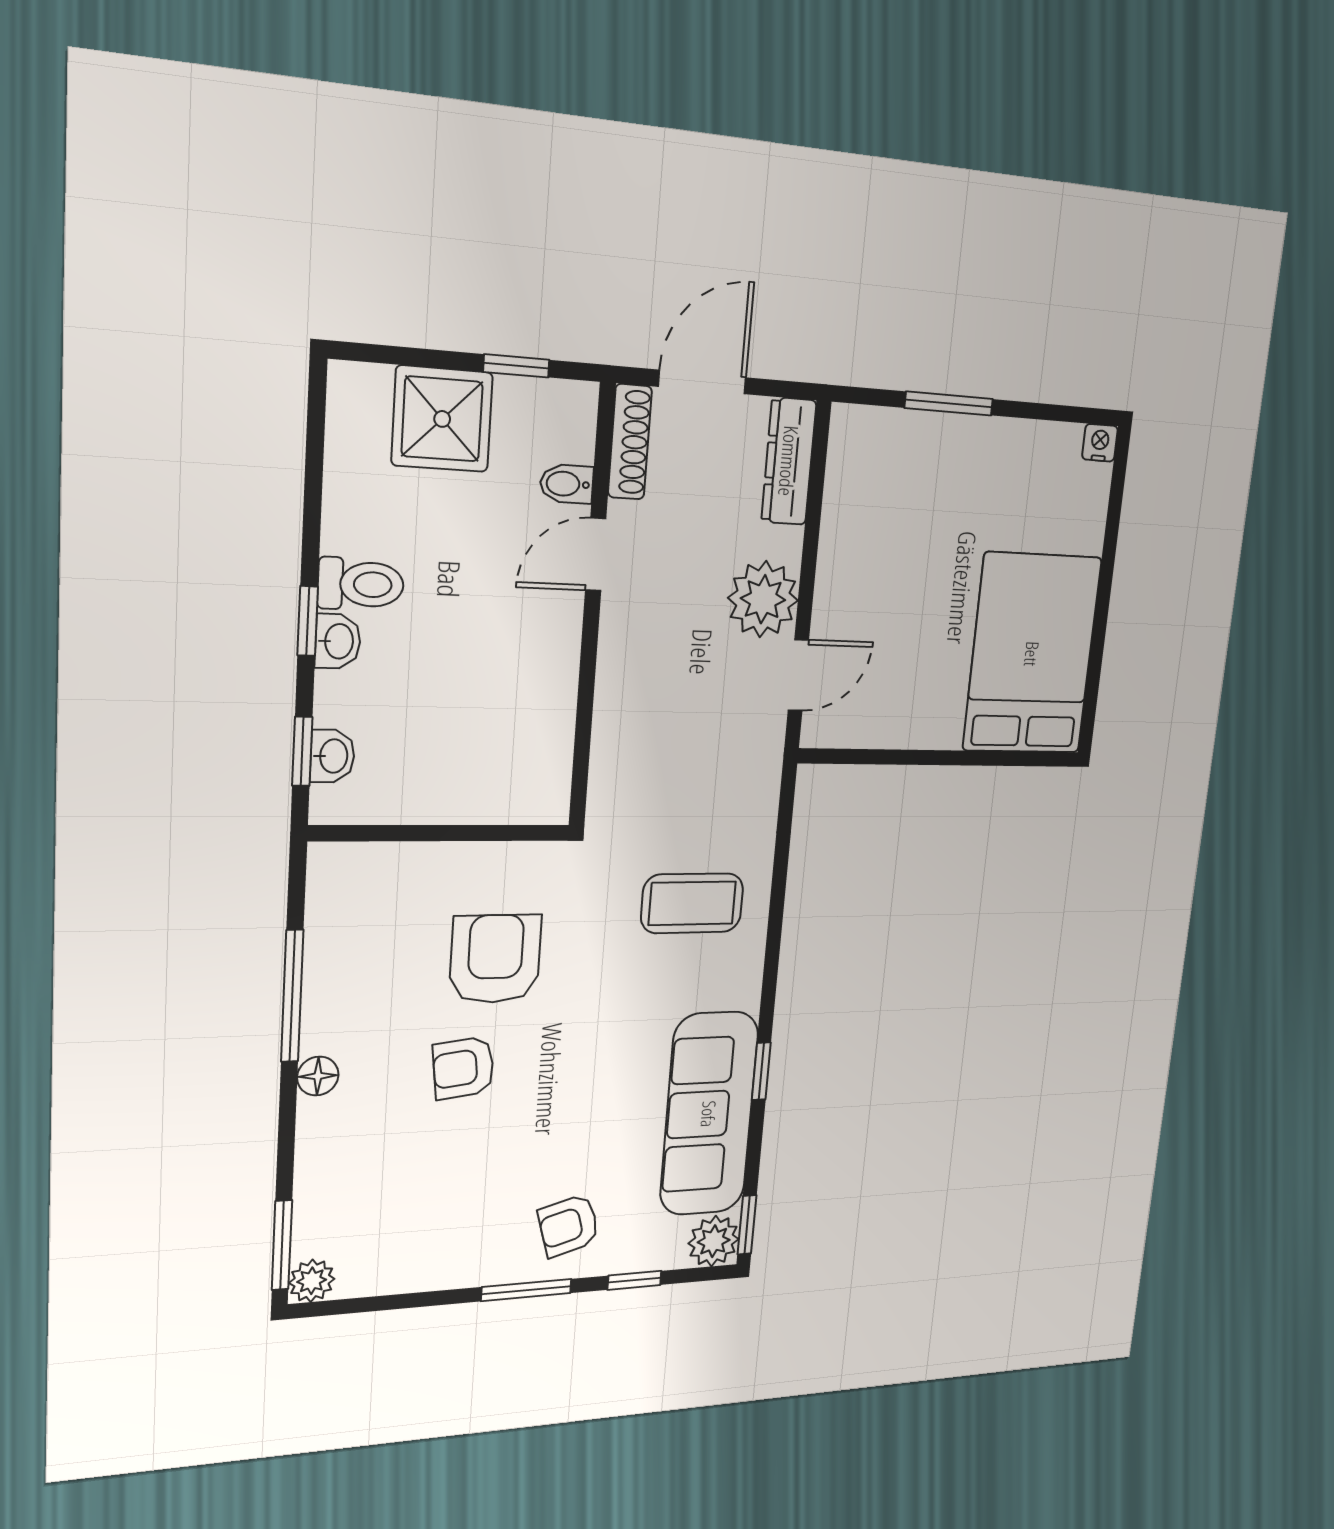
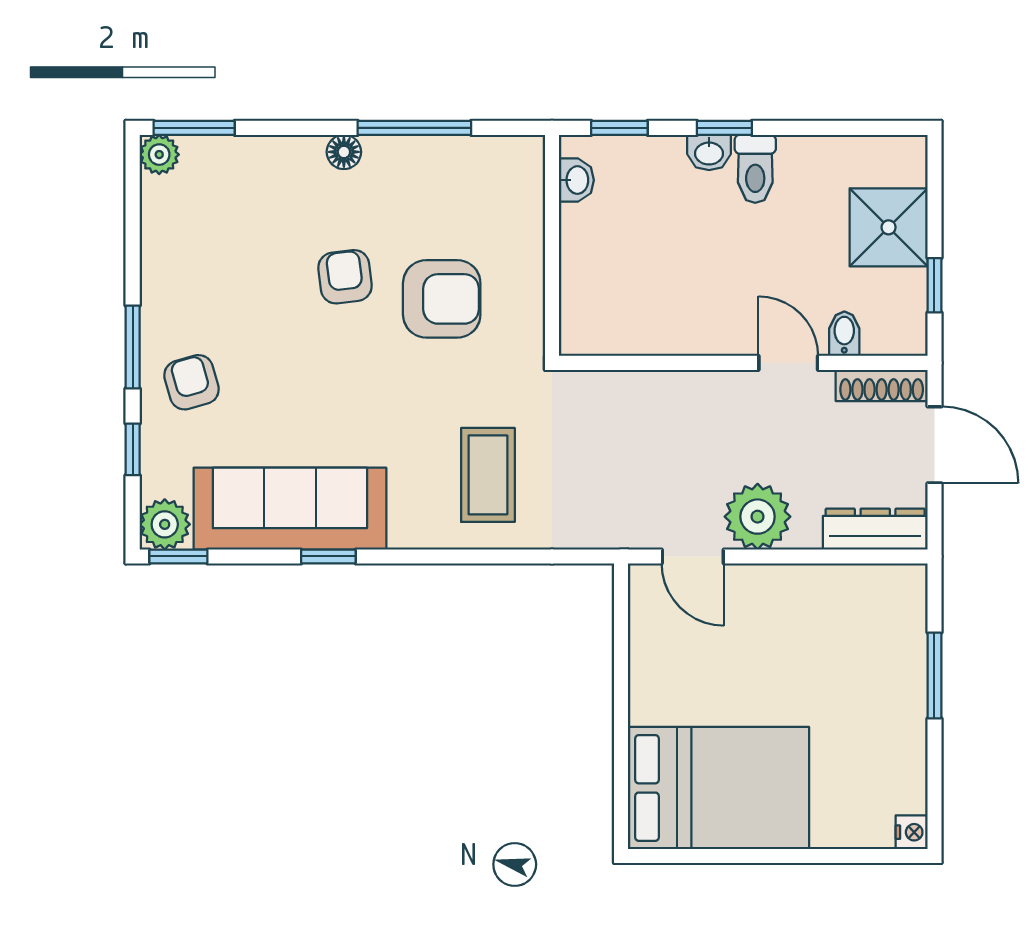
washbasin: (332, 756) -> (576, 180), moved, turned -90

